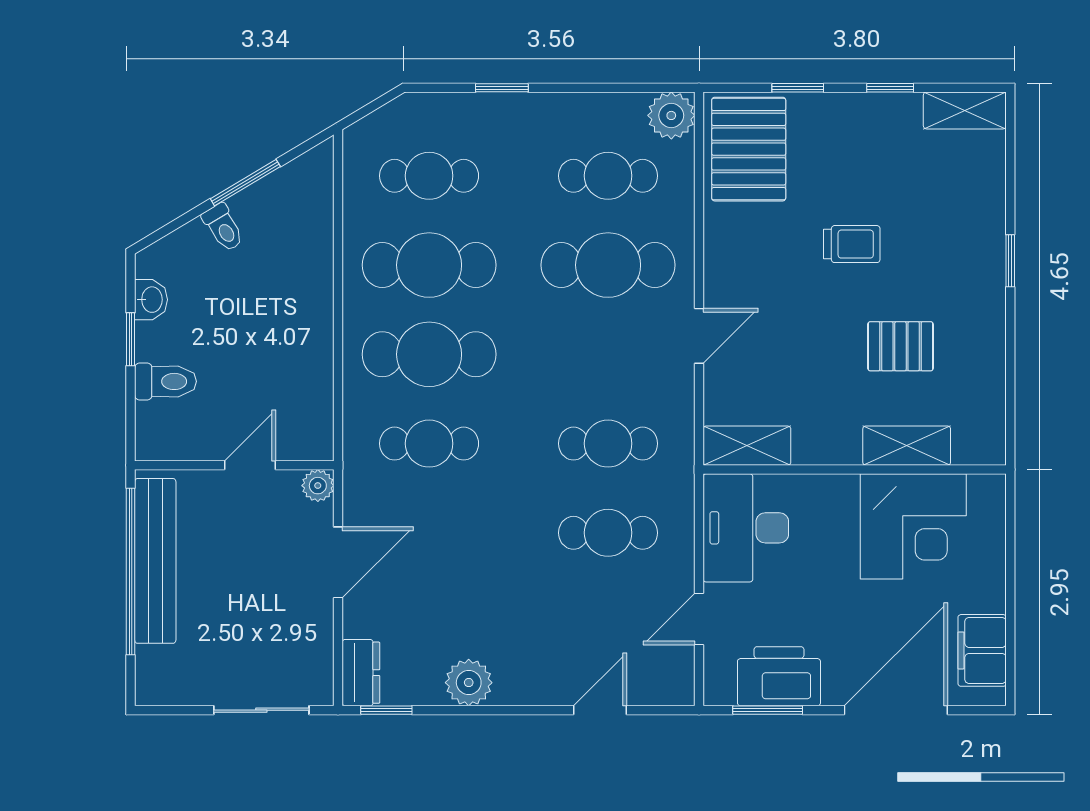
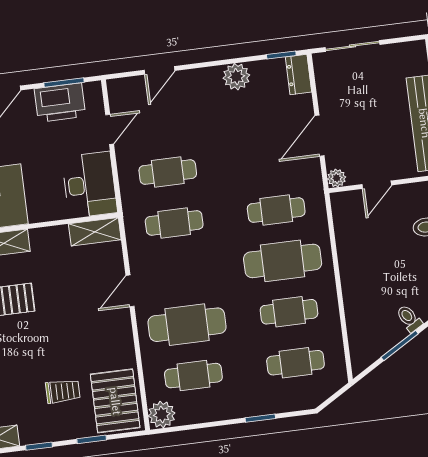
trolley: (852, 244) -> (63, 391), moved, turned 180
cafe table: (429, 265) -> (289, 312), width x0.73, depth x0.74

